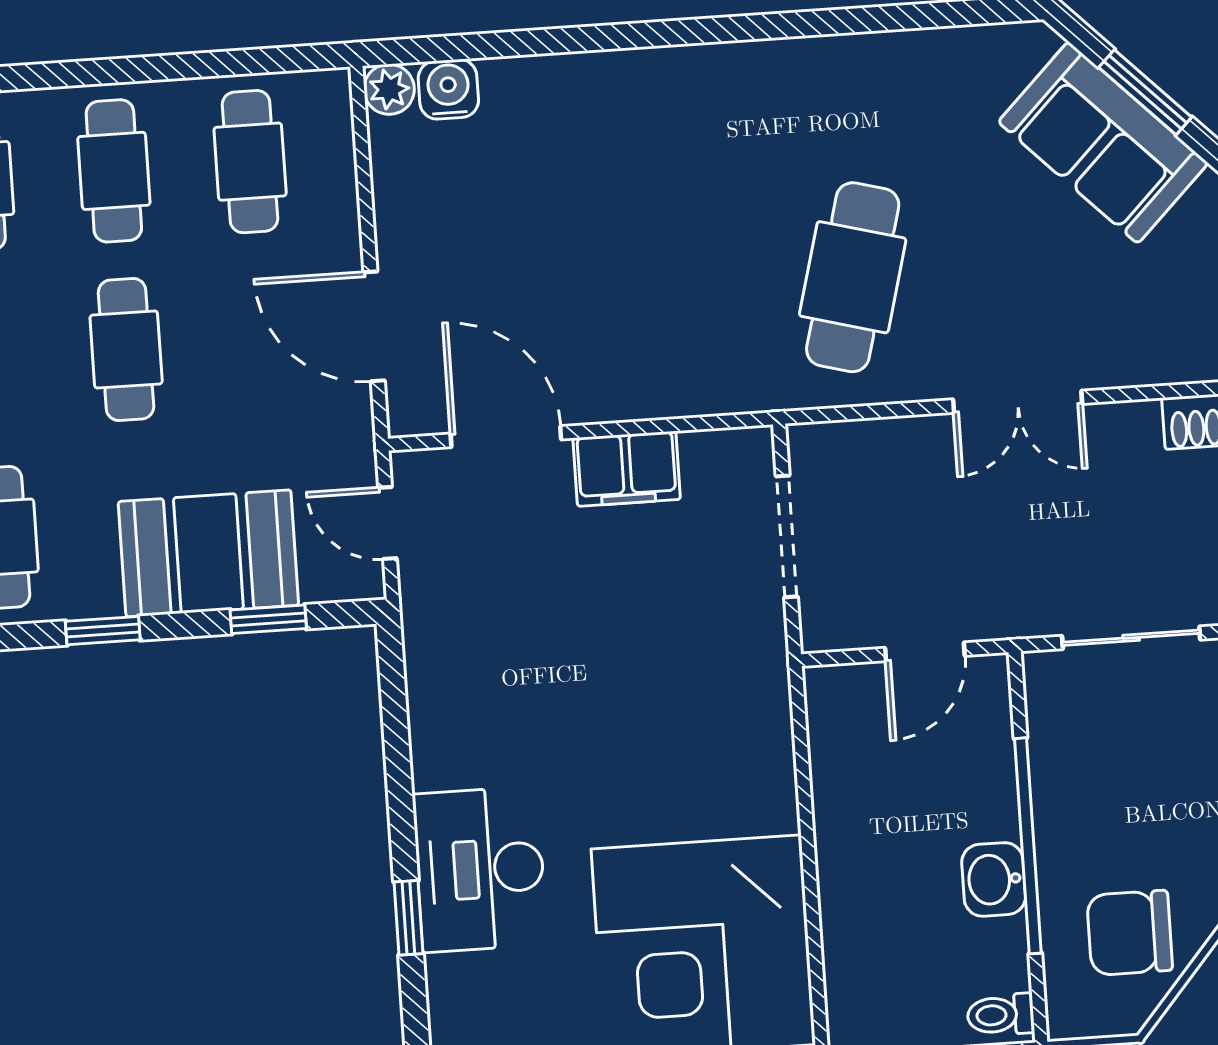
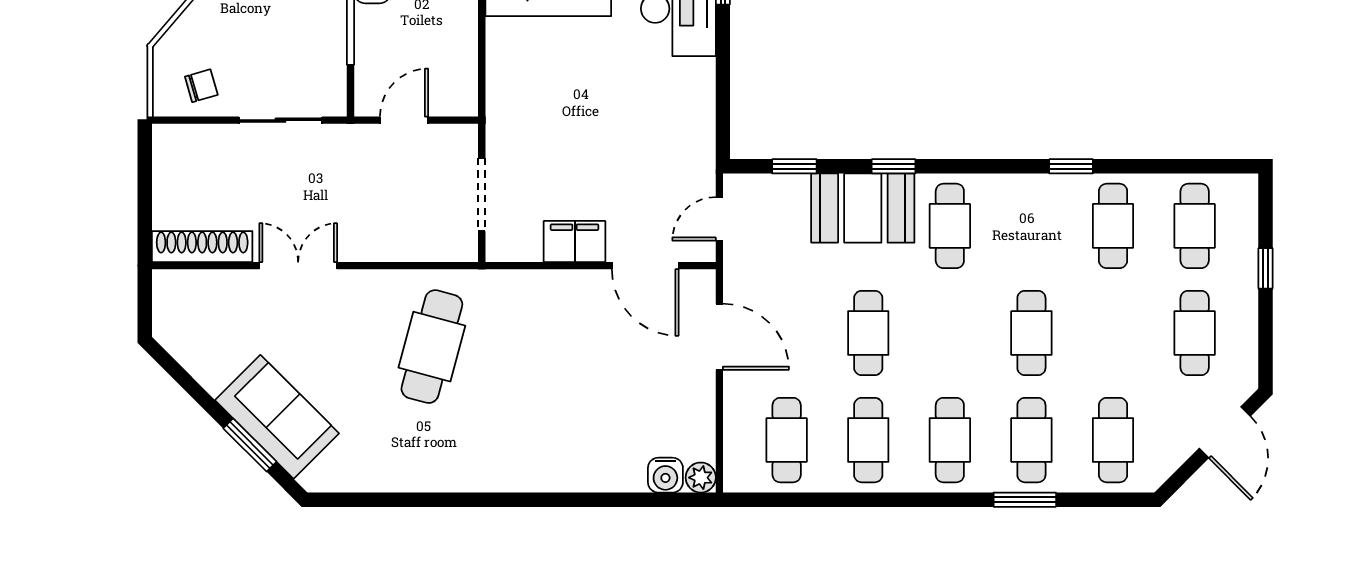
double door: (1018, 402) -> (298, 266), moved
door: (388, 523) -> (719, 219), swing flipped
booth: (208, 553) -> (863, 208), moved

